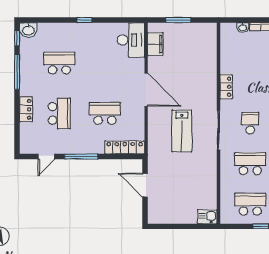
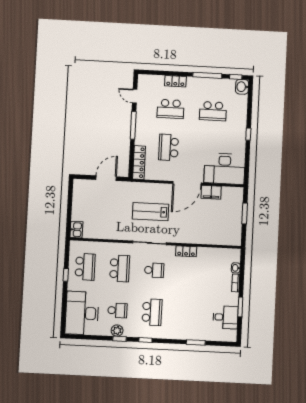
desk: (131, 40) -> (224, 169), width x1.36, depth x1.30
filing cabinet: (155, 44) -> (211, 192), moved
school desk: (59, 63) -> (213, 111), turned 90
school desk: (105, 113) -> (169, 147), turned 180

